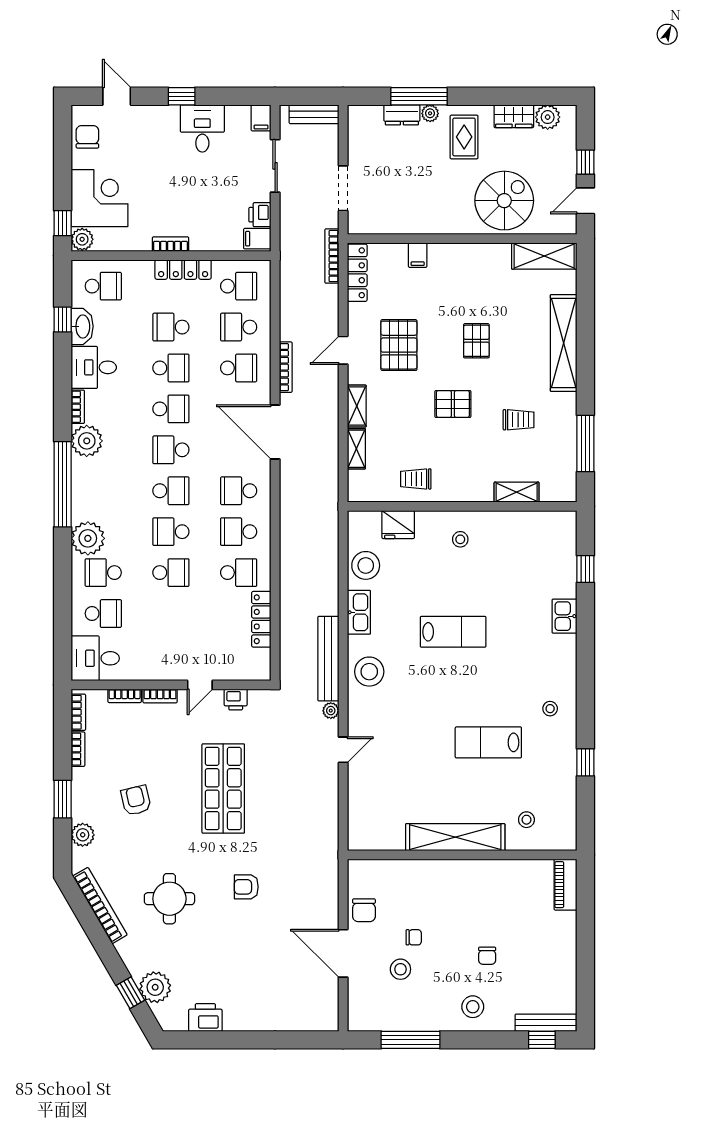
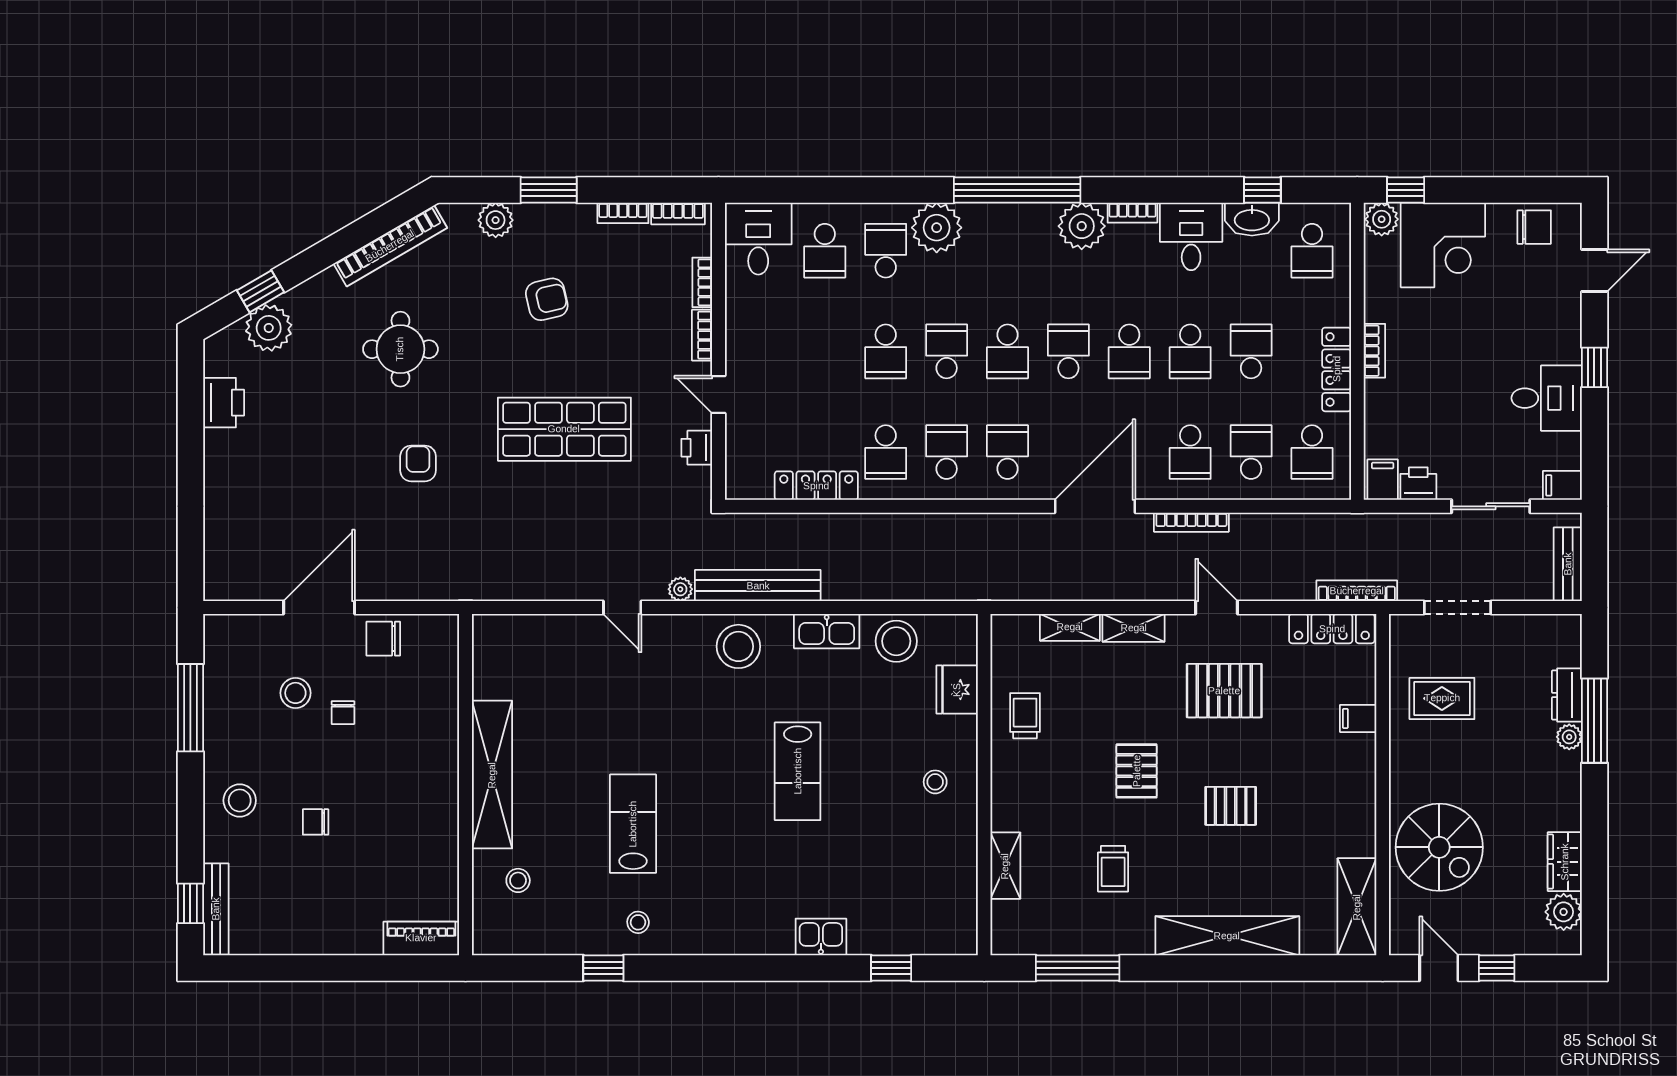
rug: (464, 137) -> (1442, 698), moved
stool: (550, 709) -> (638, 922), moved

